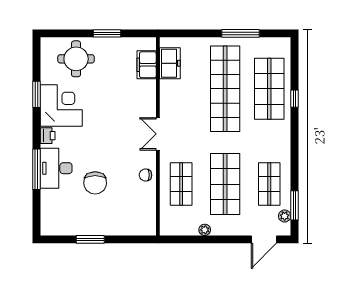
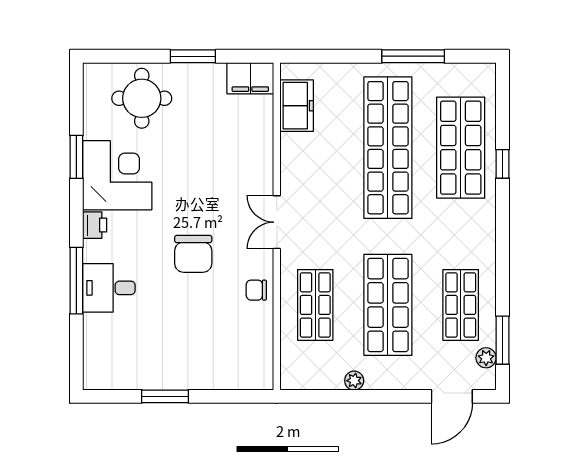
filing cabinet: (147, 65) -> (250, 78), moved, turned -90
desk: (56, 168) -> (109, 288), width x0.73
chair: (95, 183) -> (193, 254), moved

